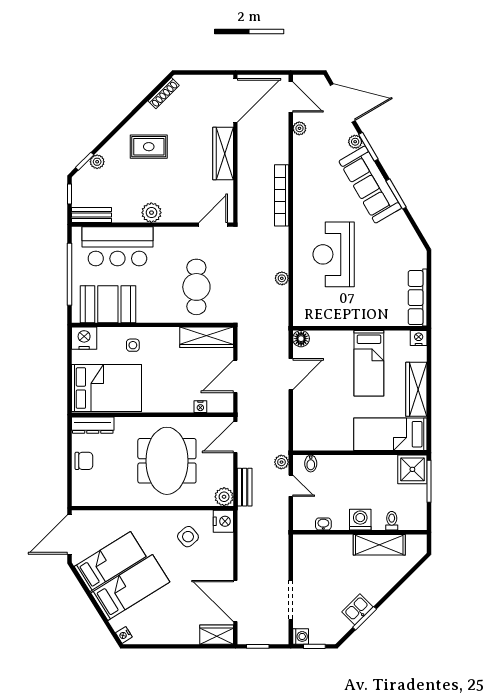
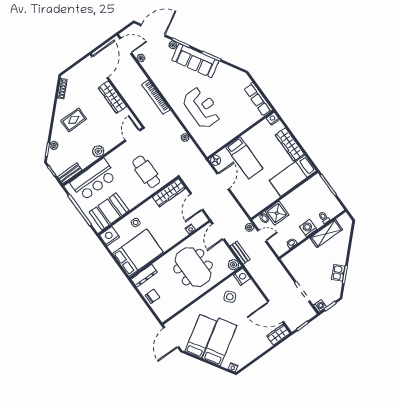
reception desk: (334, 254) -> (202, 108), turned 180
bed: (369, 363) -> (244, 158), moved
shower: (412, 469) -> (277, 213), moved

